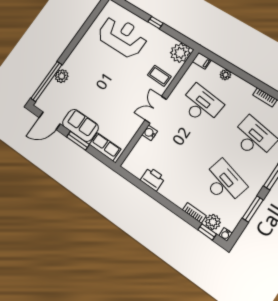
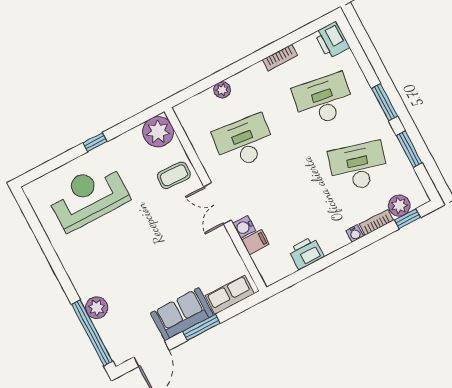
filing cabinet: (202, 61) -> (255, 242), moved
water cooler: (226, 234) -> (355, 233), moved

